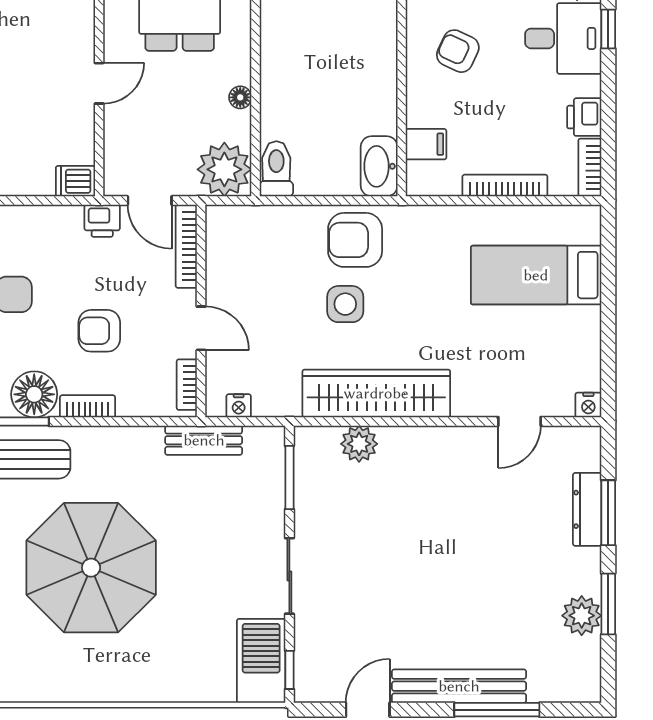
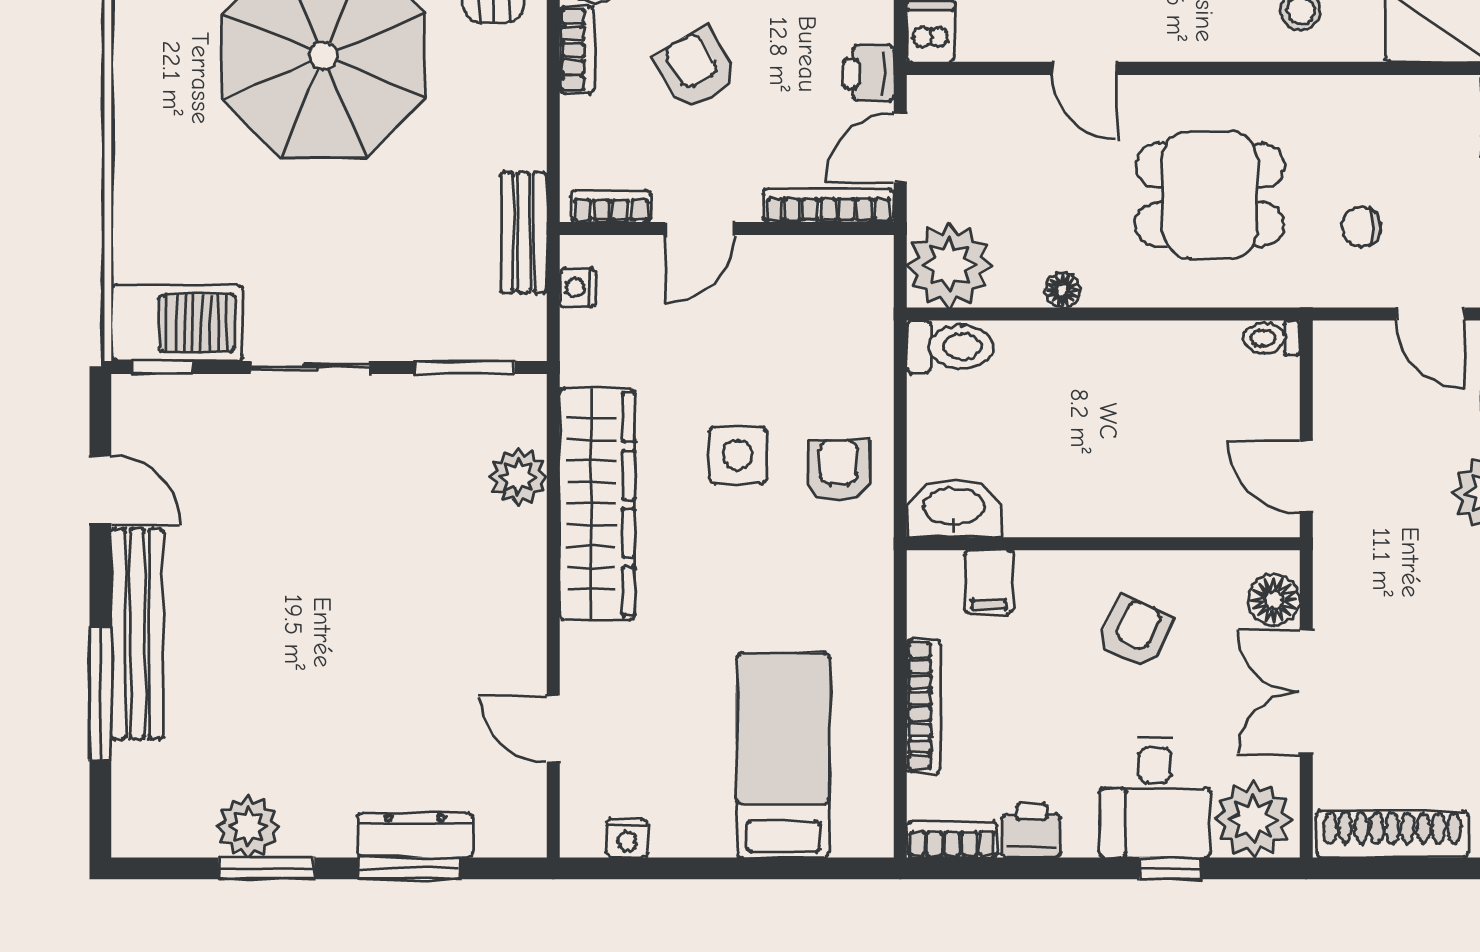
armchair: (355, 240) -> (838, 471), width x0.72, depth x0.72
armchair: (99, 331) -> (696, 69), turned -30
nightstand: (588, 405) -> (627, 838), moved, turned -90

